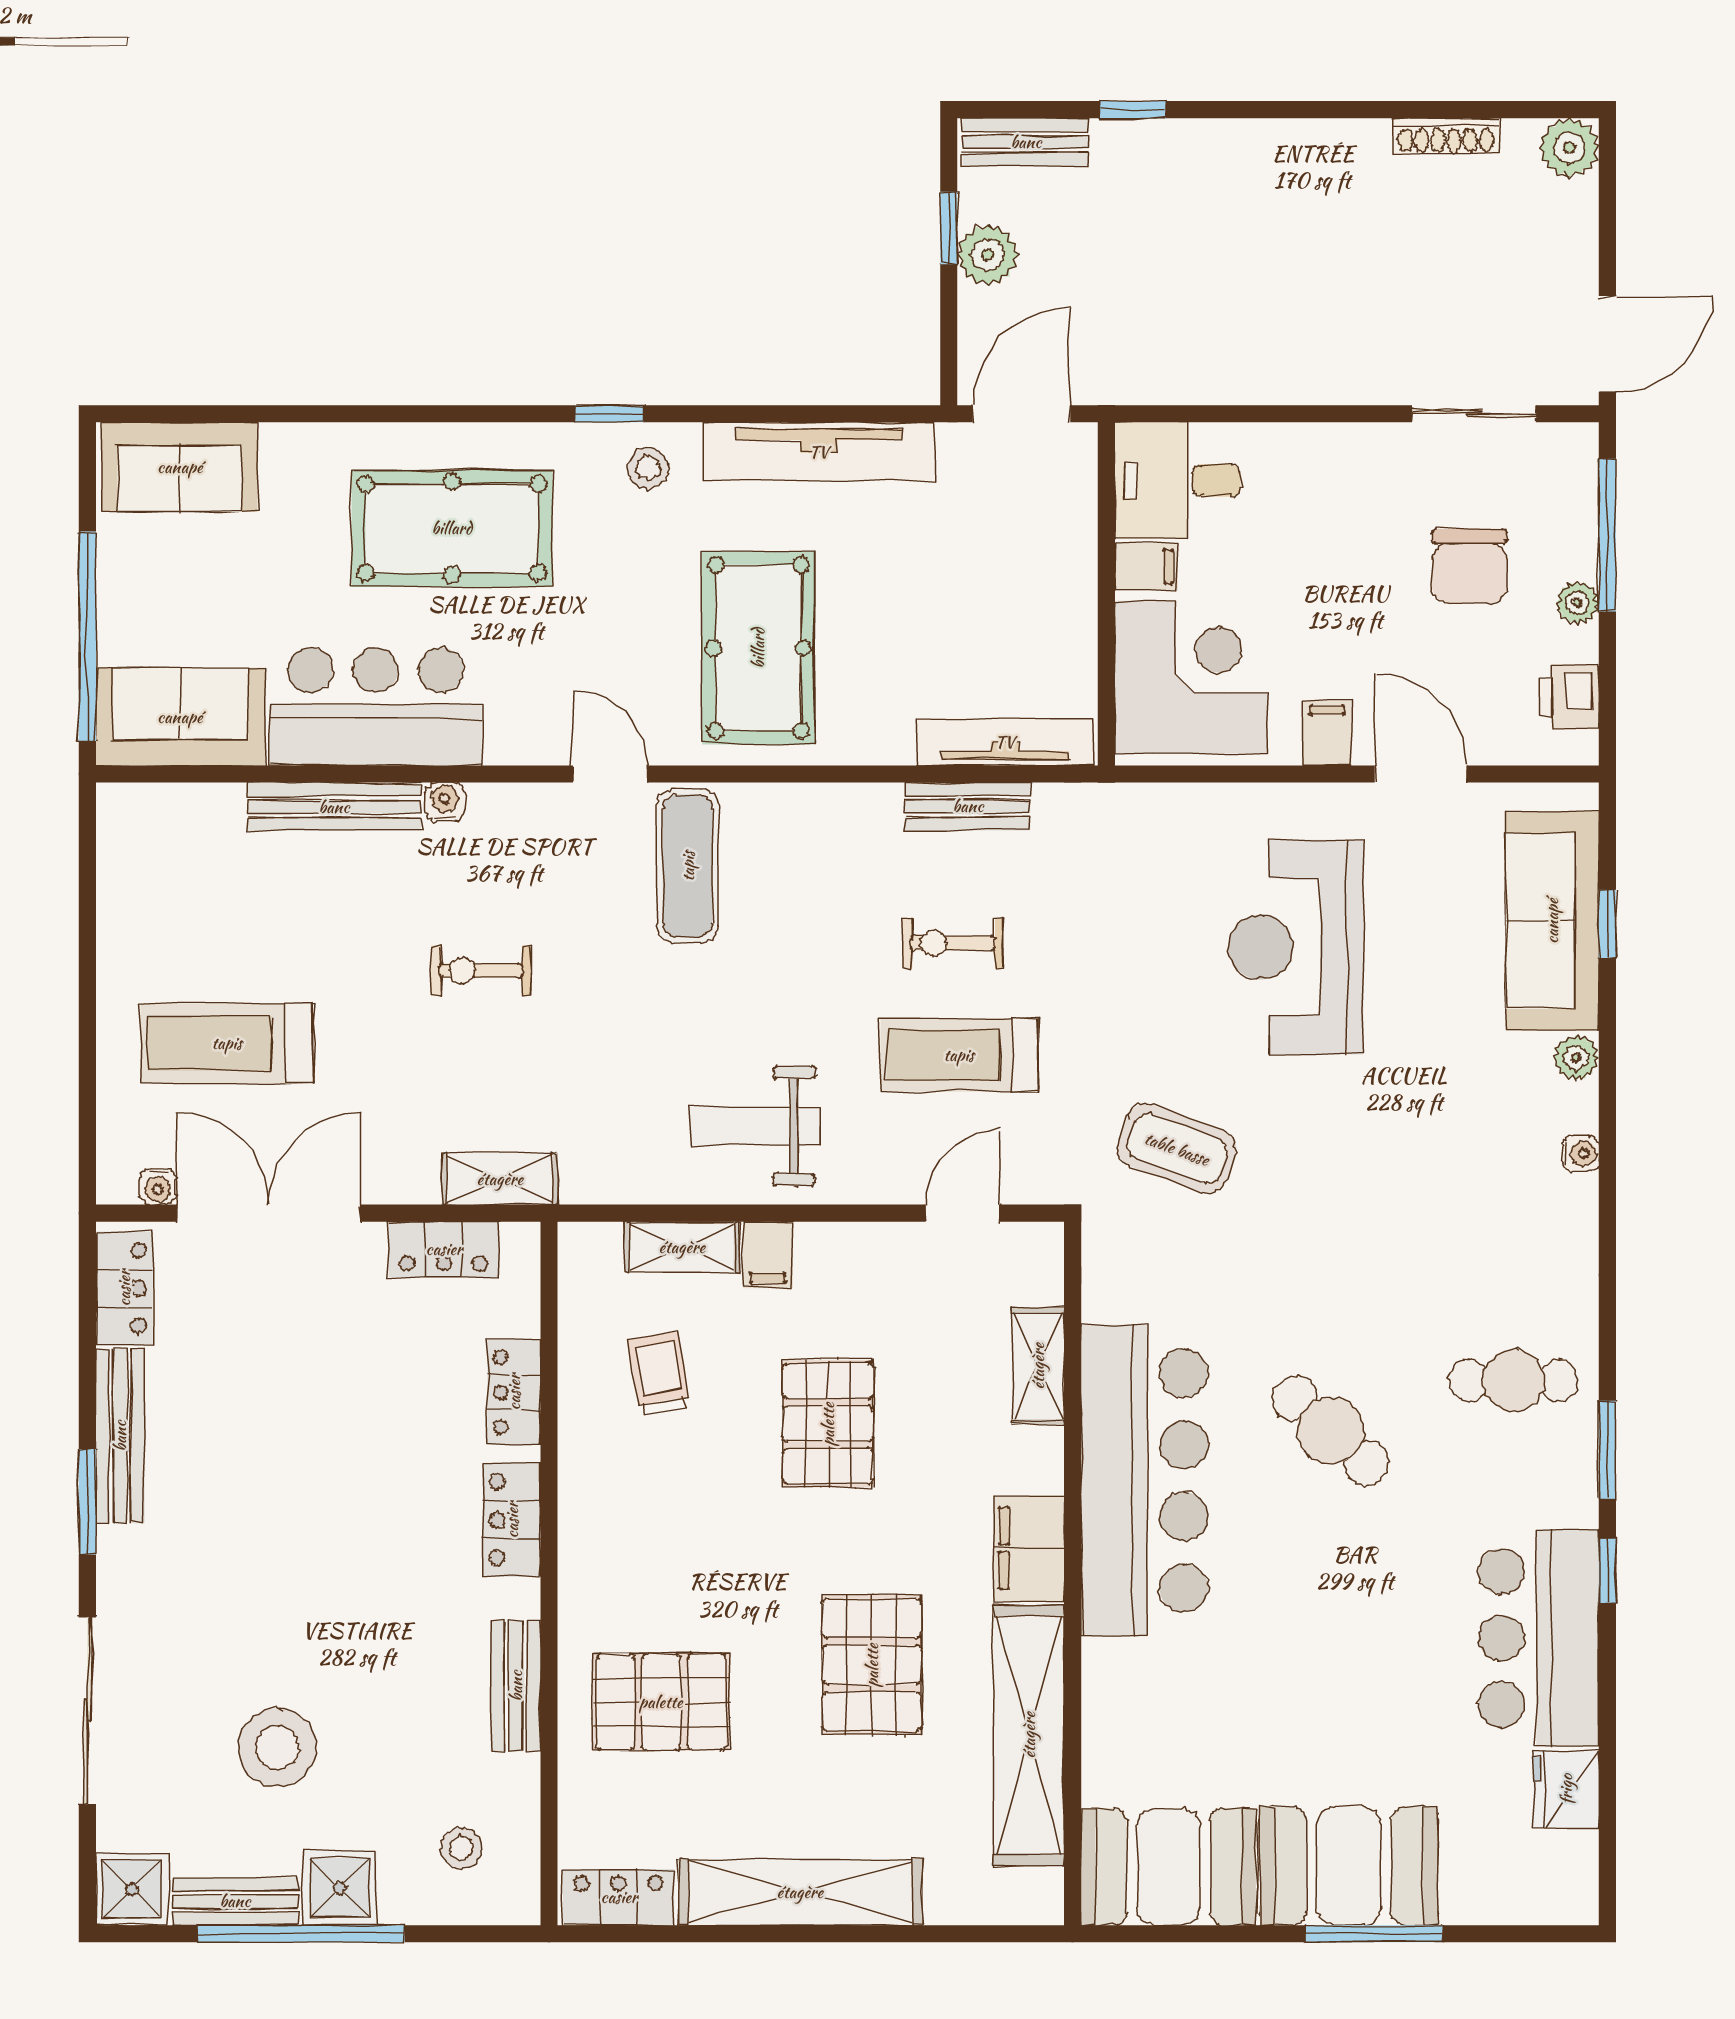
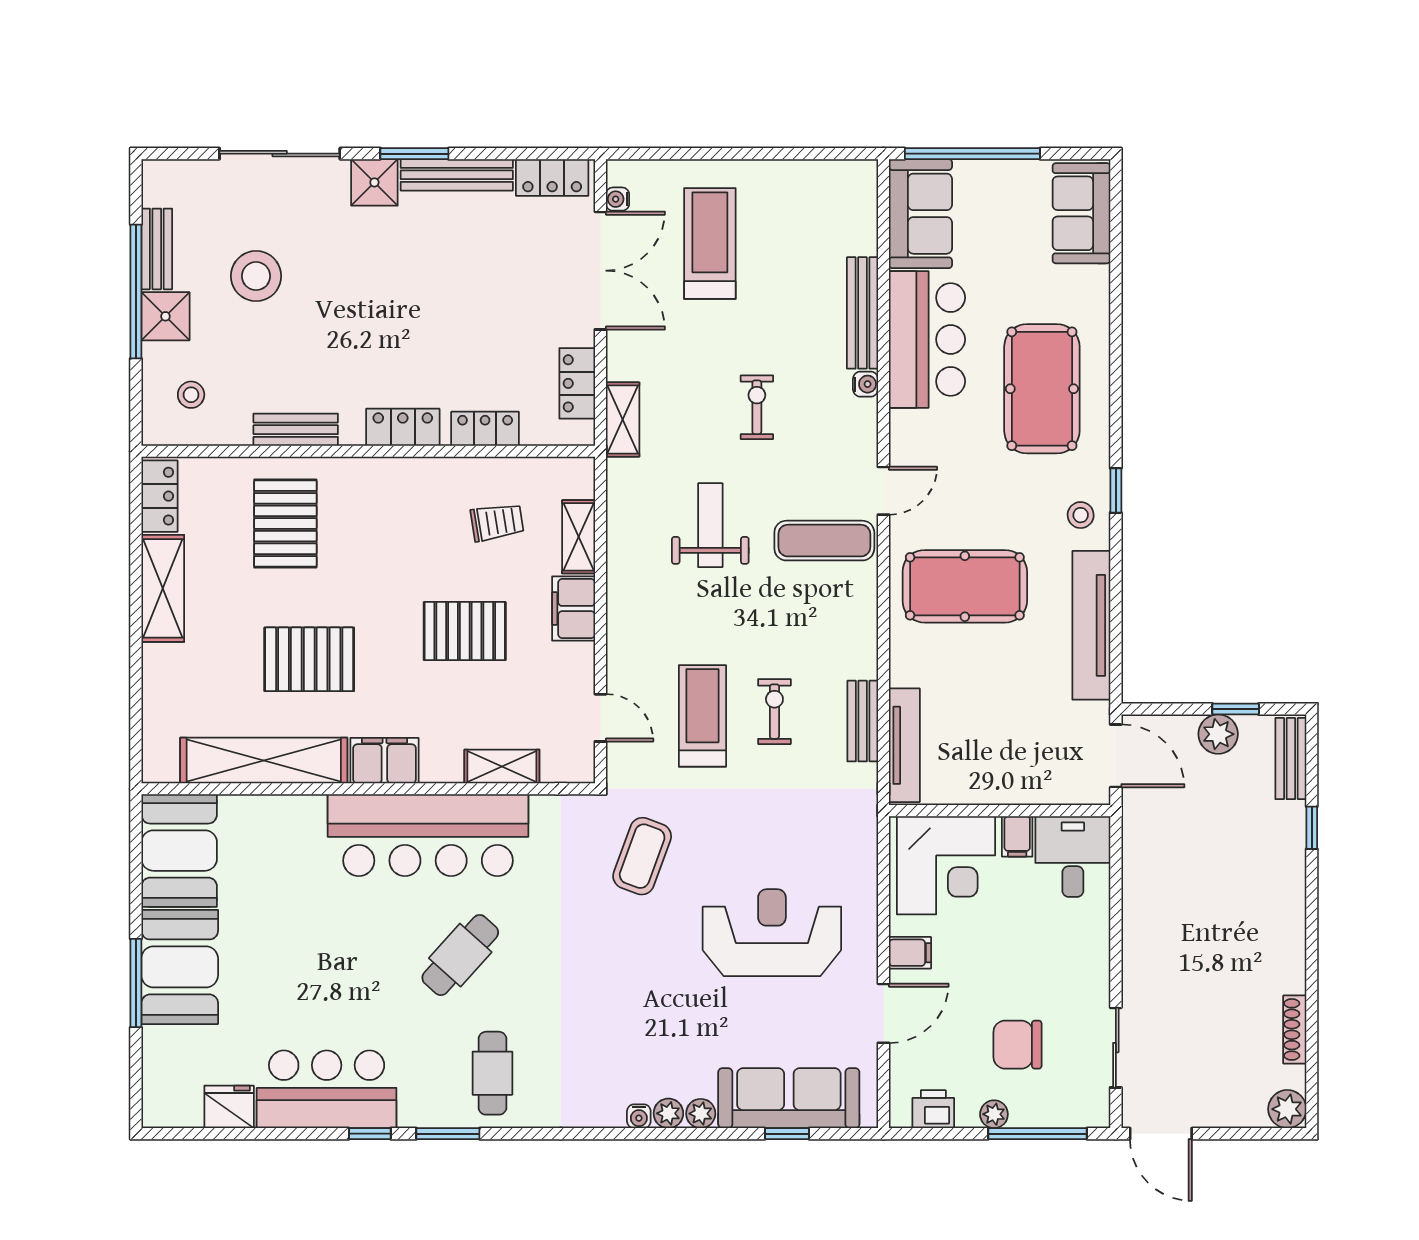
plant: (1576, 1108) -> (668, 1113), added
weight bench: (755, 1126) -> (710, 525), moved
filing cabinet: (768, 1255) -> (574, 609), width x2.00
shower: (132, 1889) -> (374, 182), moved
shelving: (800, 1892) -> (163, 588), width x0.68

